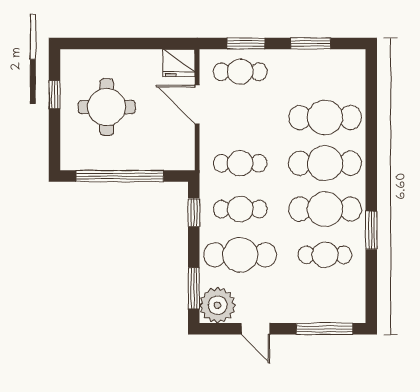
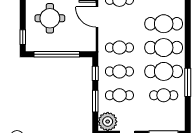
window: (55, 95) -> (23, 37), moved
window: (371, 230) -> (188, 82), width x1.44
cafe table: (240, 255) -> (119, 95), width x0.73, depth x0.74
window: (194, 288) -> (95, 101), moved

